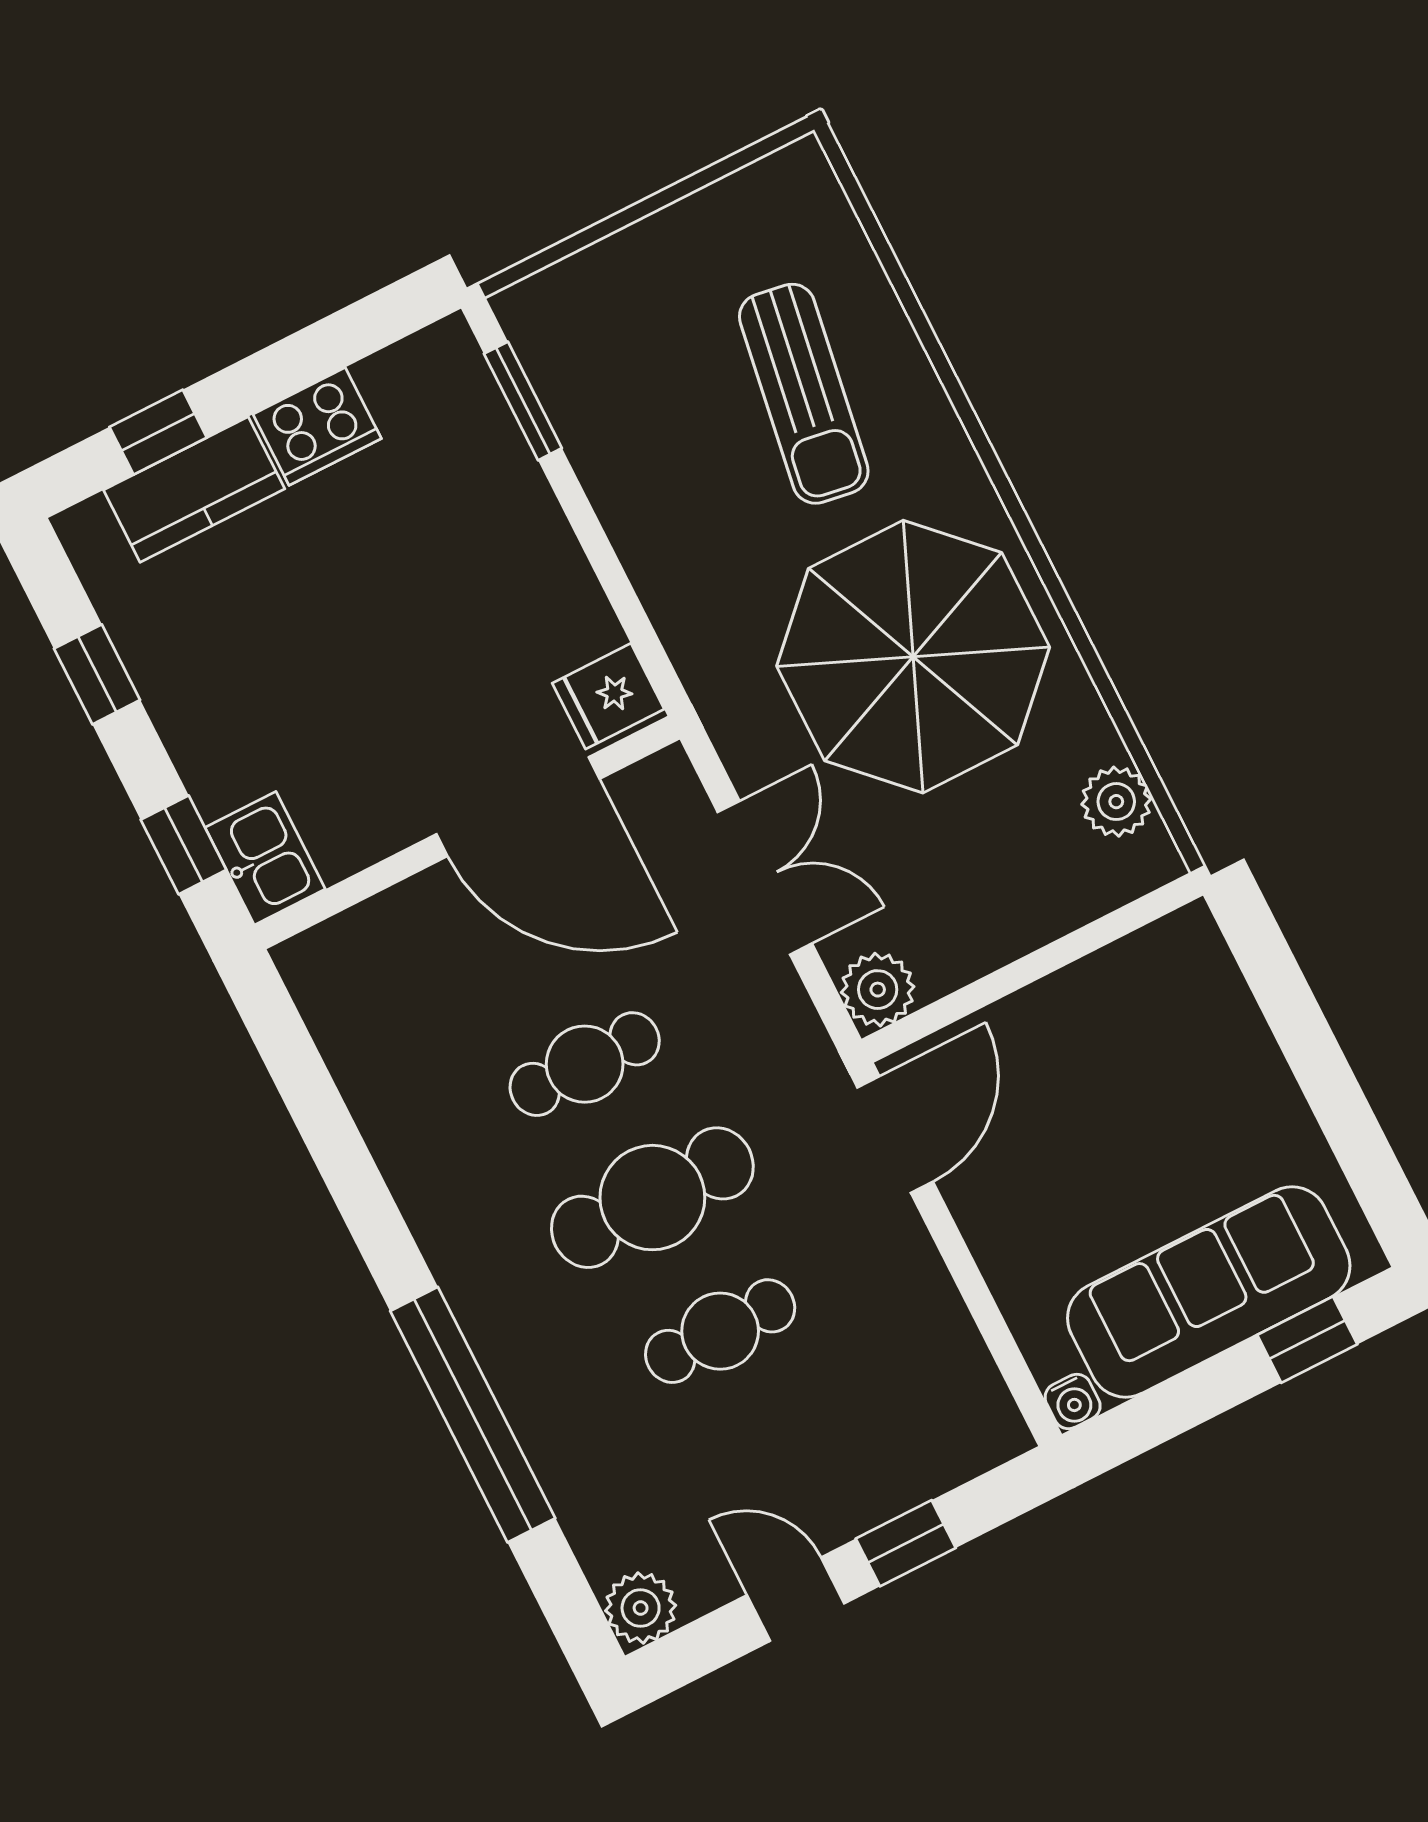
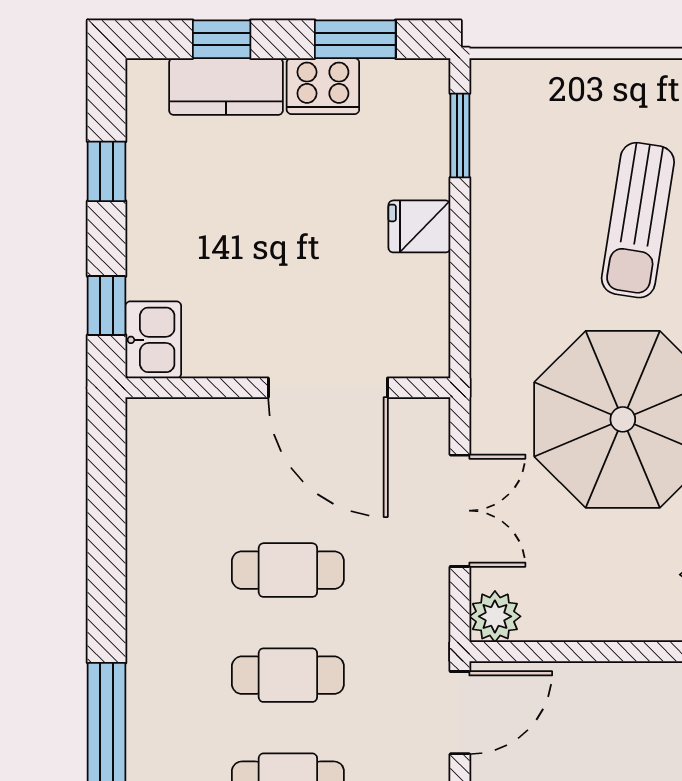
window: (328, 346) -> (355, 39), added
fridge: (608, 696) -> (419, 226), moved
cafe table: (652, 1198) -> (288, 675), width x0.73, depth x0.74

